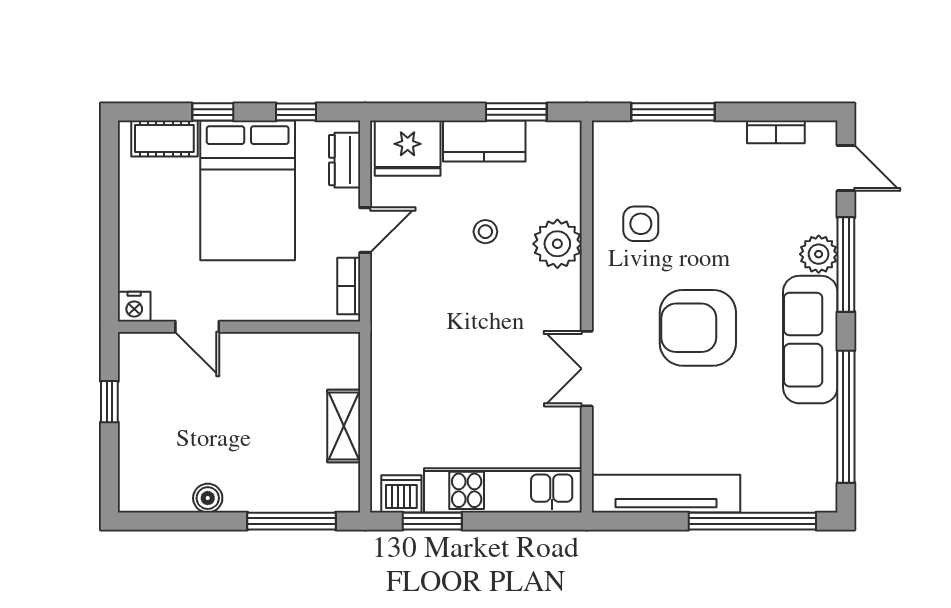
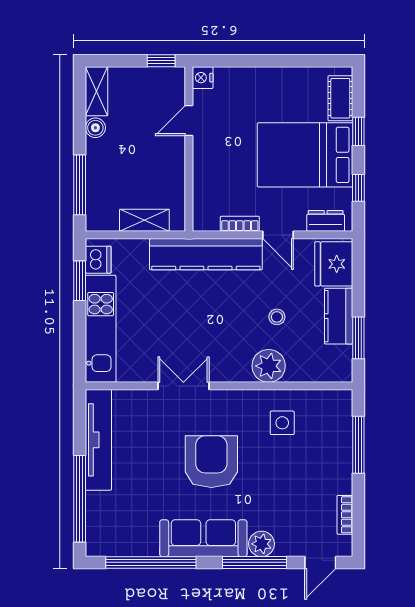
nightstand: (134, 307) -> (203, 78), moved
door: (197, 327) -> (189, 121), moved
wall: (239, 327) -> (189, 149), moved
kitchen counter: (393, 336) -> (206, 254), added
shelving: (154, 496) -> (97, 91), added

